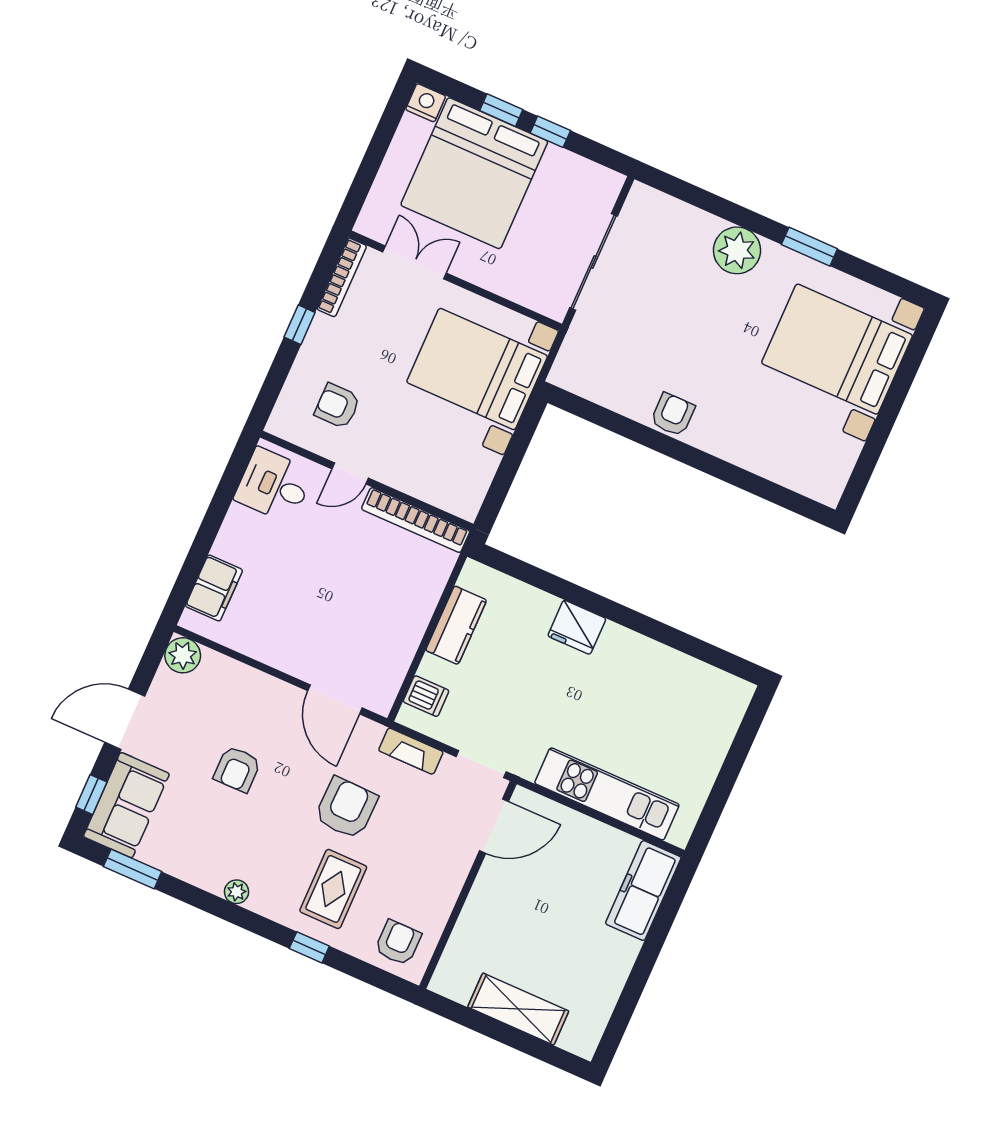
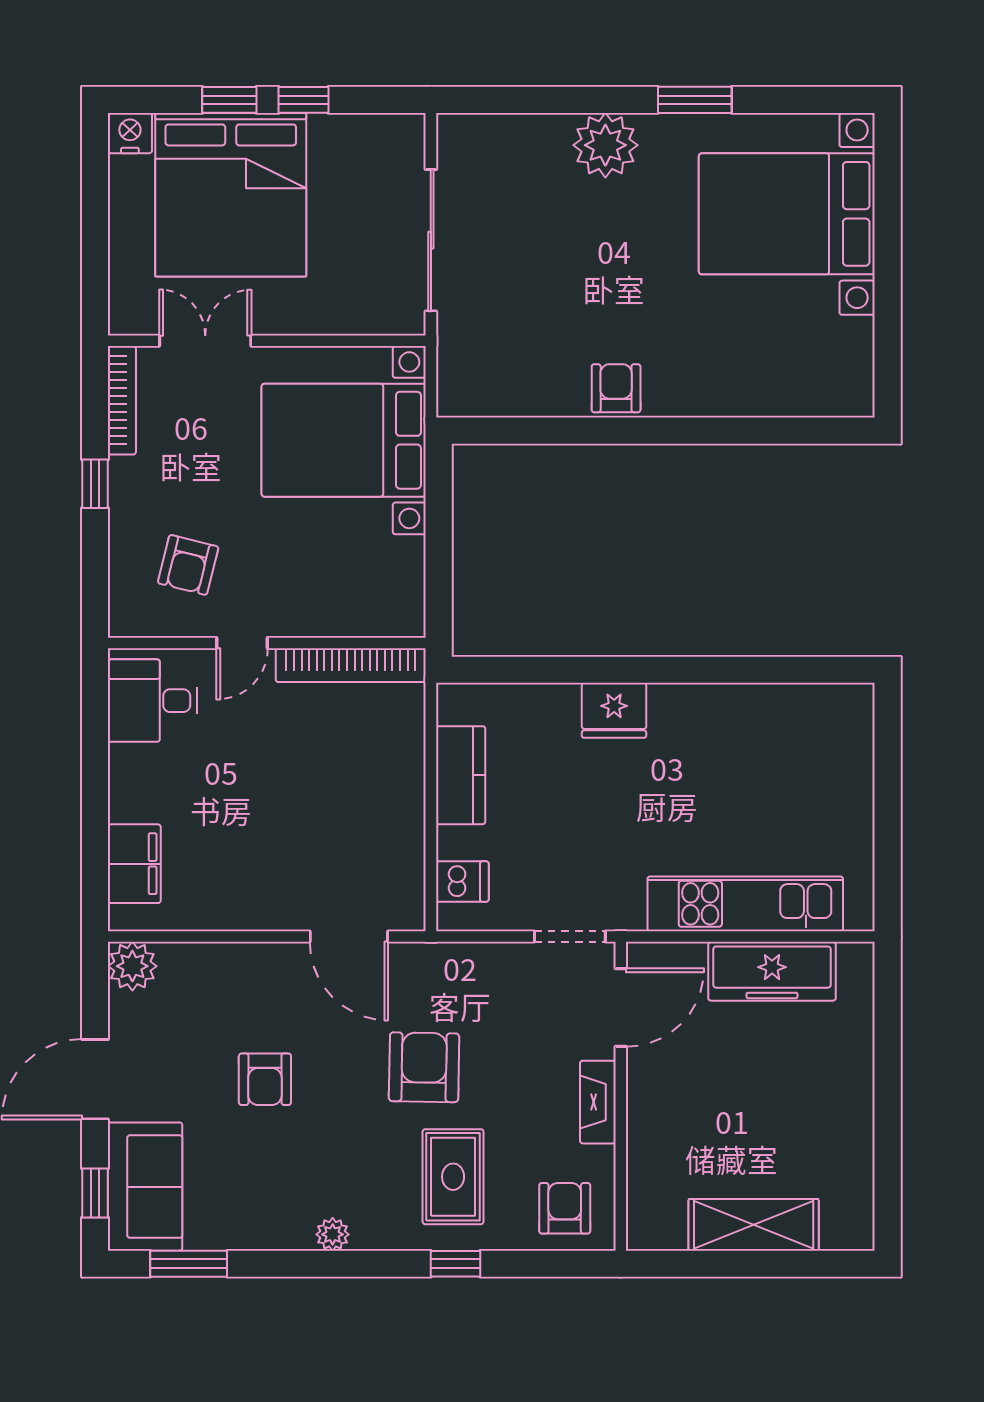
armchair: (337, 406) -> (188, 565), turned -76
fireplace: (411, 751) -> (598, 1102), moved, turned 90
freezer: (643, 891) -> (772, 971), moved, turned -90

